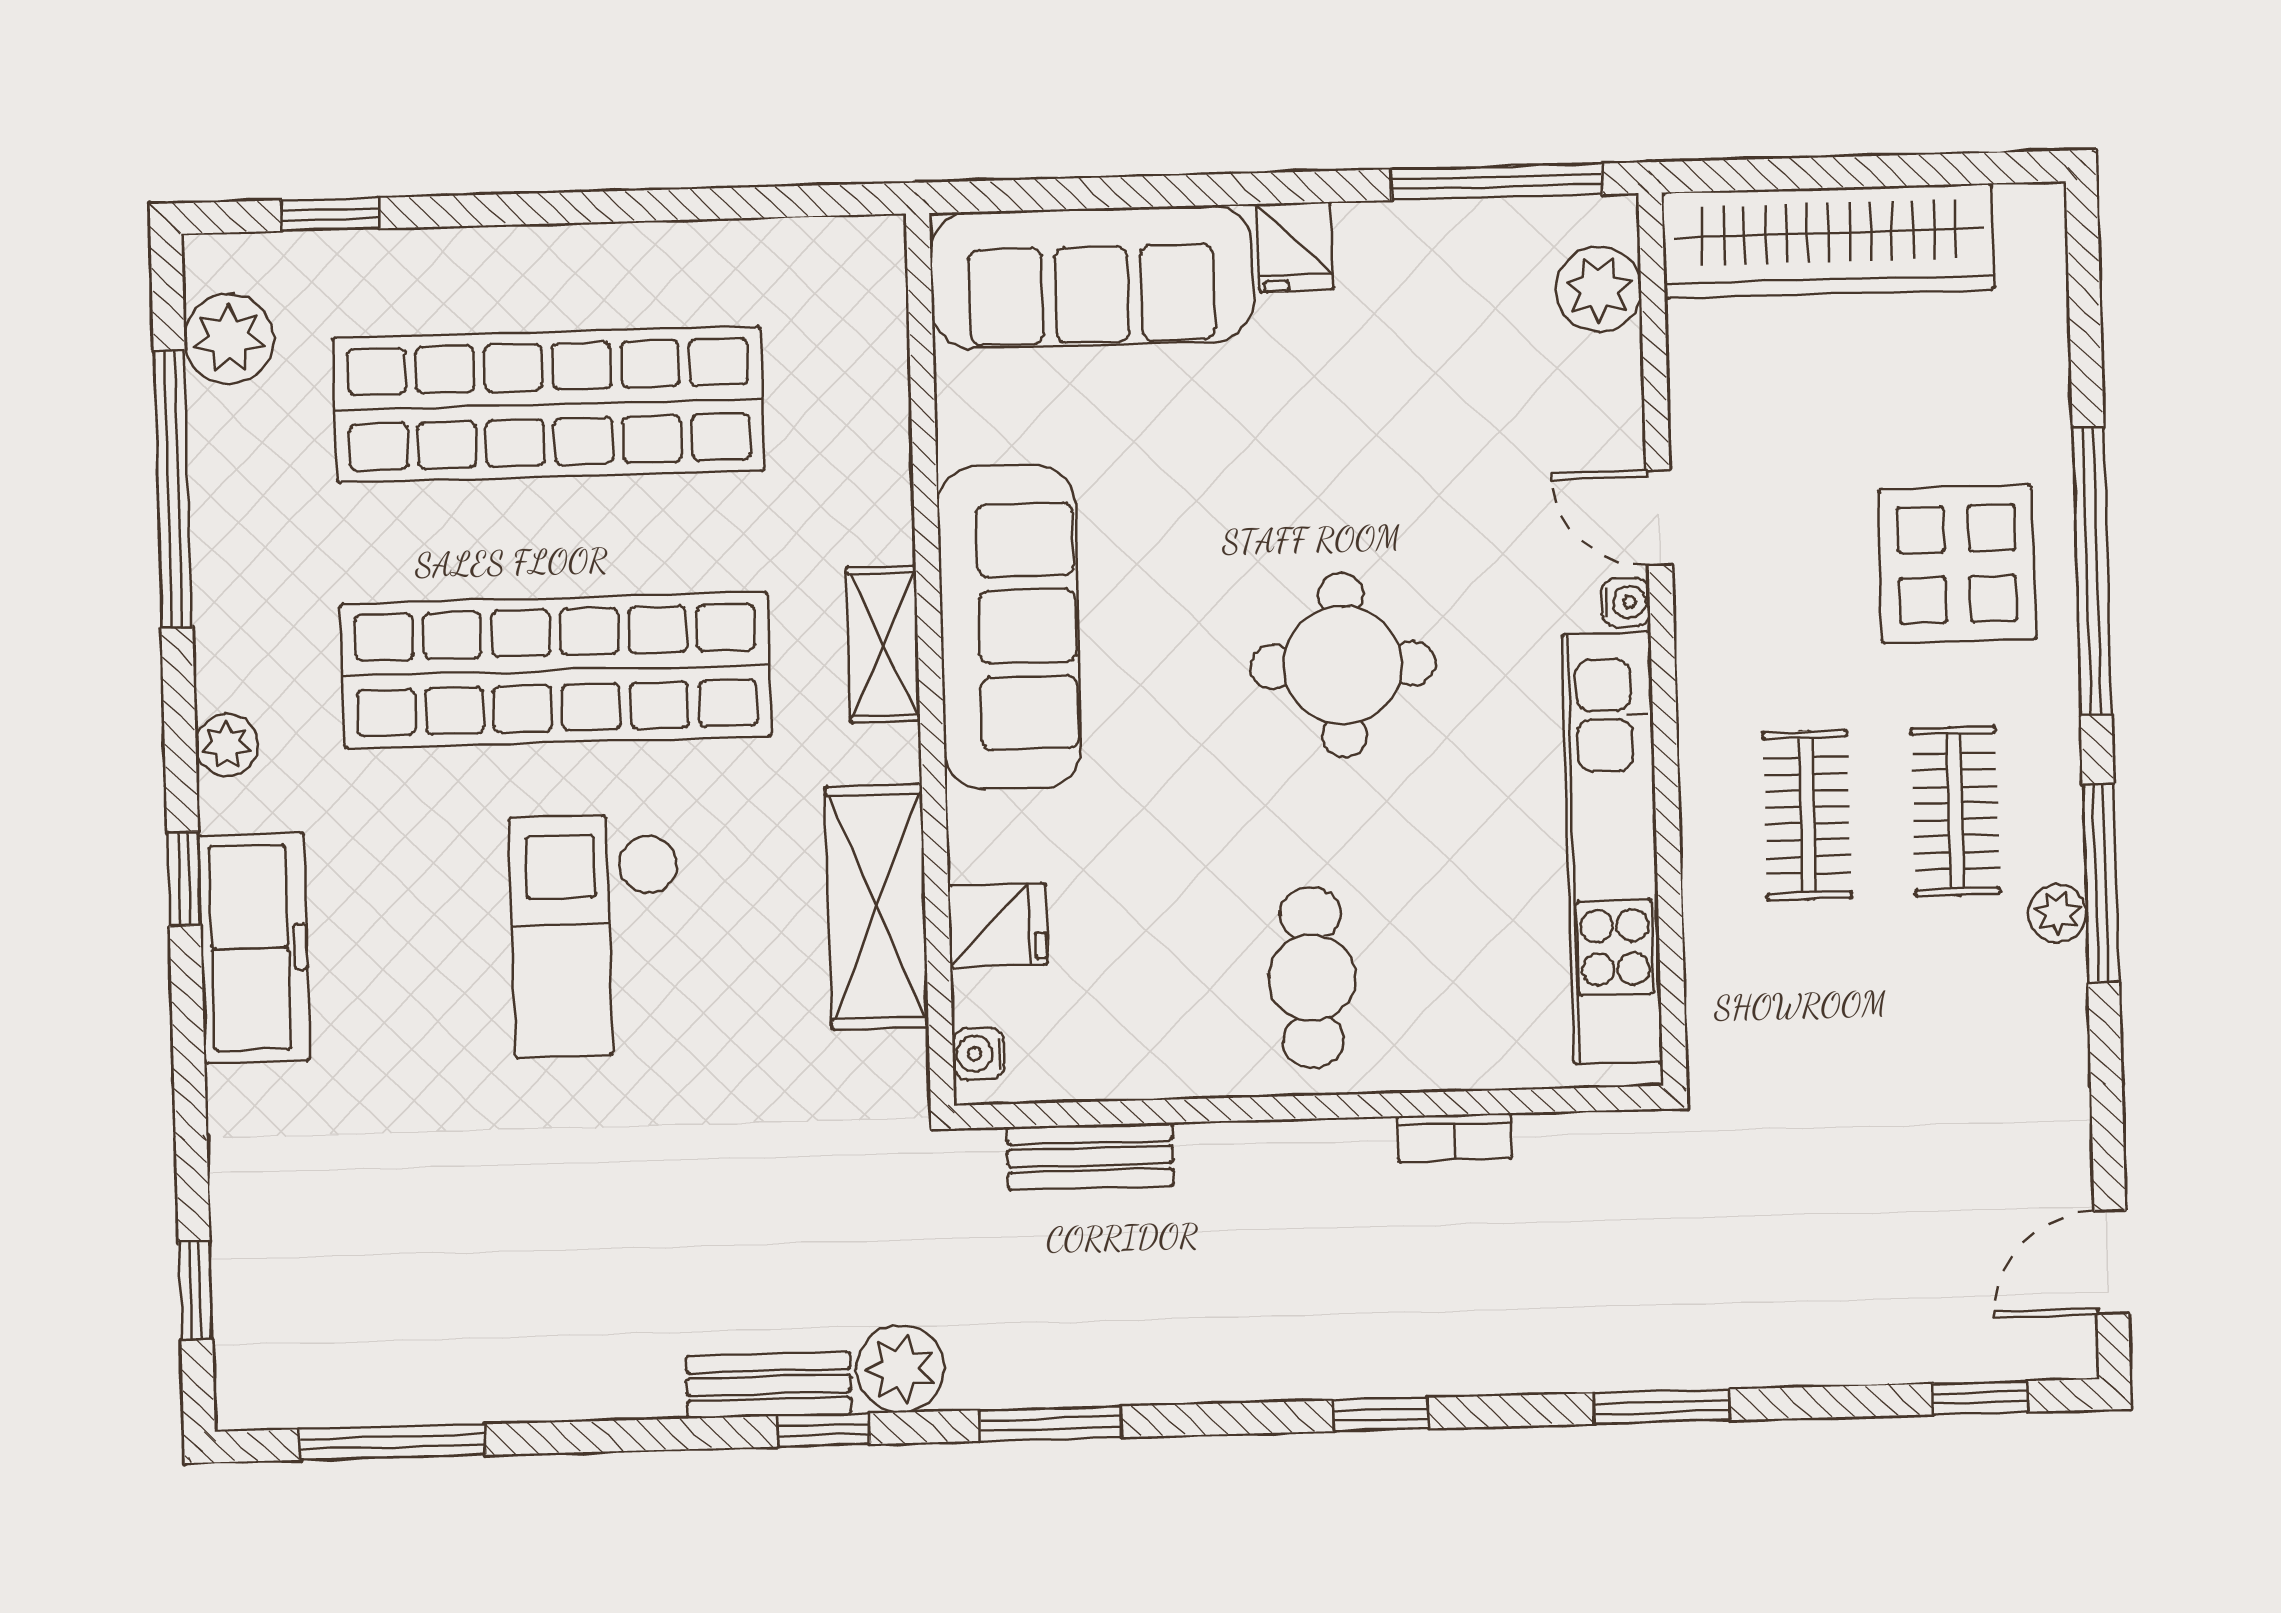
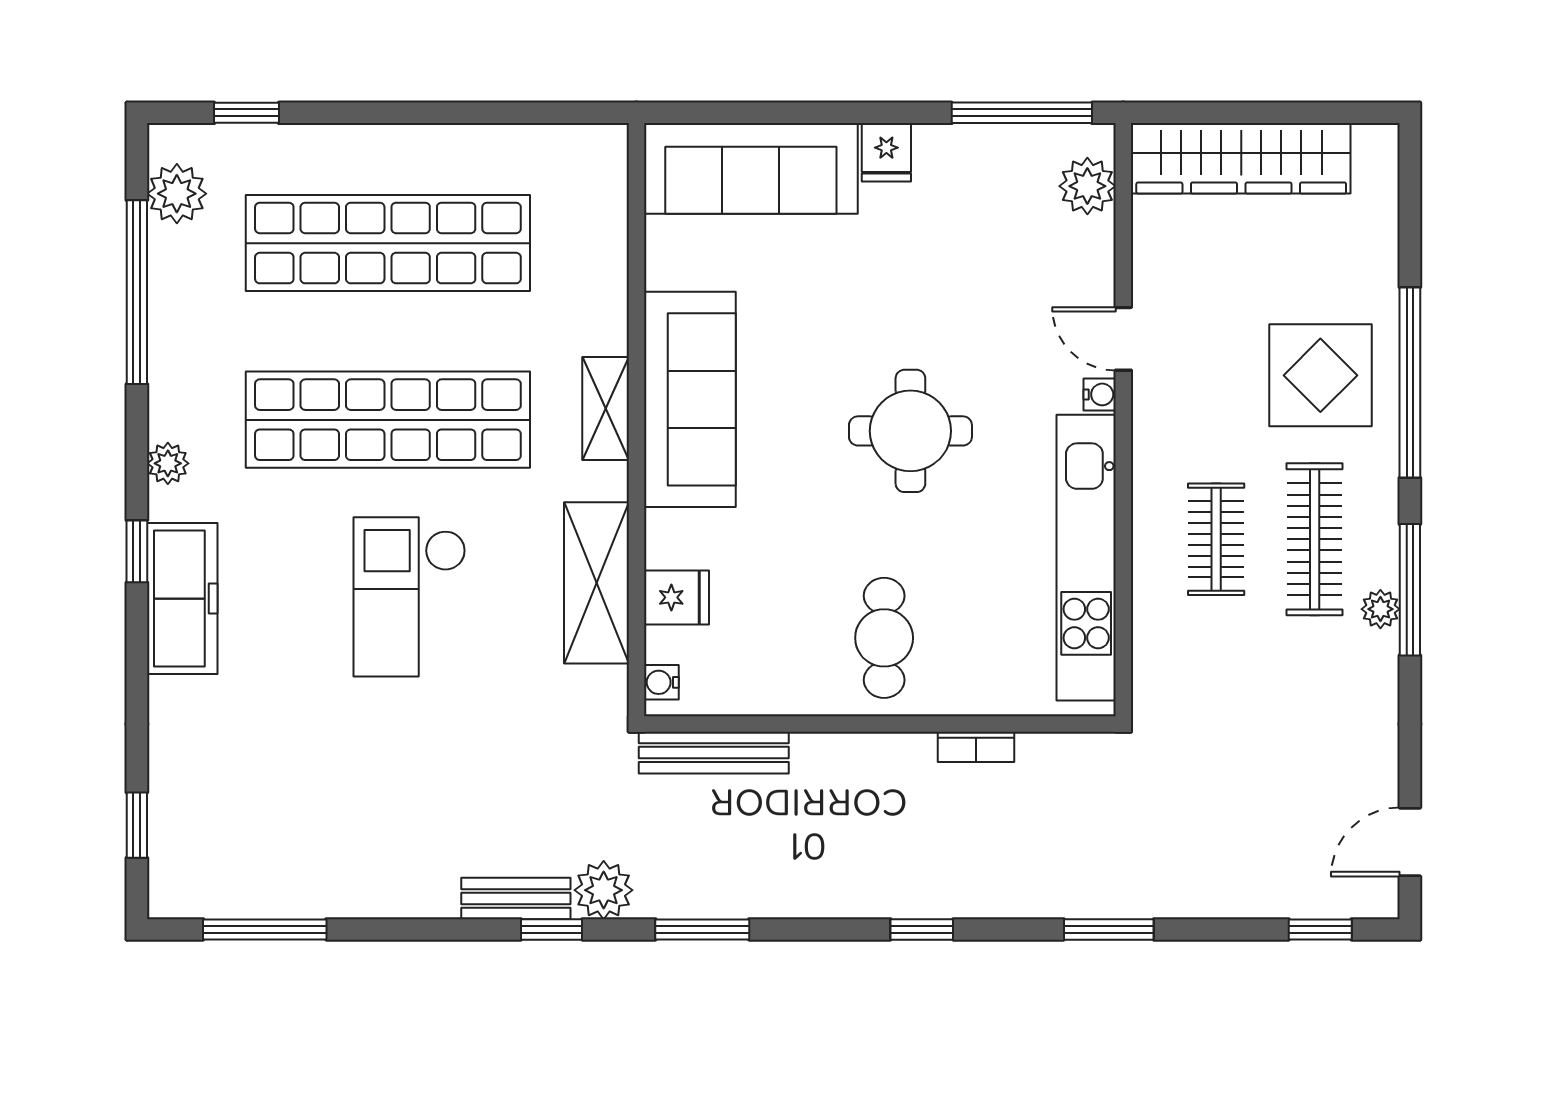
clothes rail: (1955, 811) -> (1315, 539), width x1.36
bench: (1090, 1156) -> (714, 753), width x1.36

